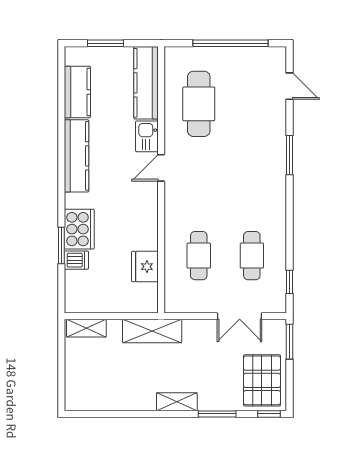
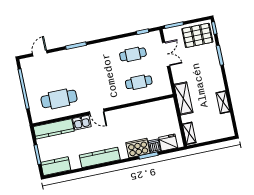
kitchen counter: (77, 92) -> (56, 166), moved
fridge: (145, 267) -> (168, 143), moved, turned 180
shelving: (177, 402) -> (223, 102), moved

